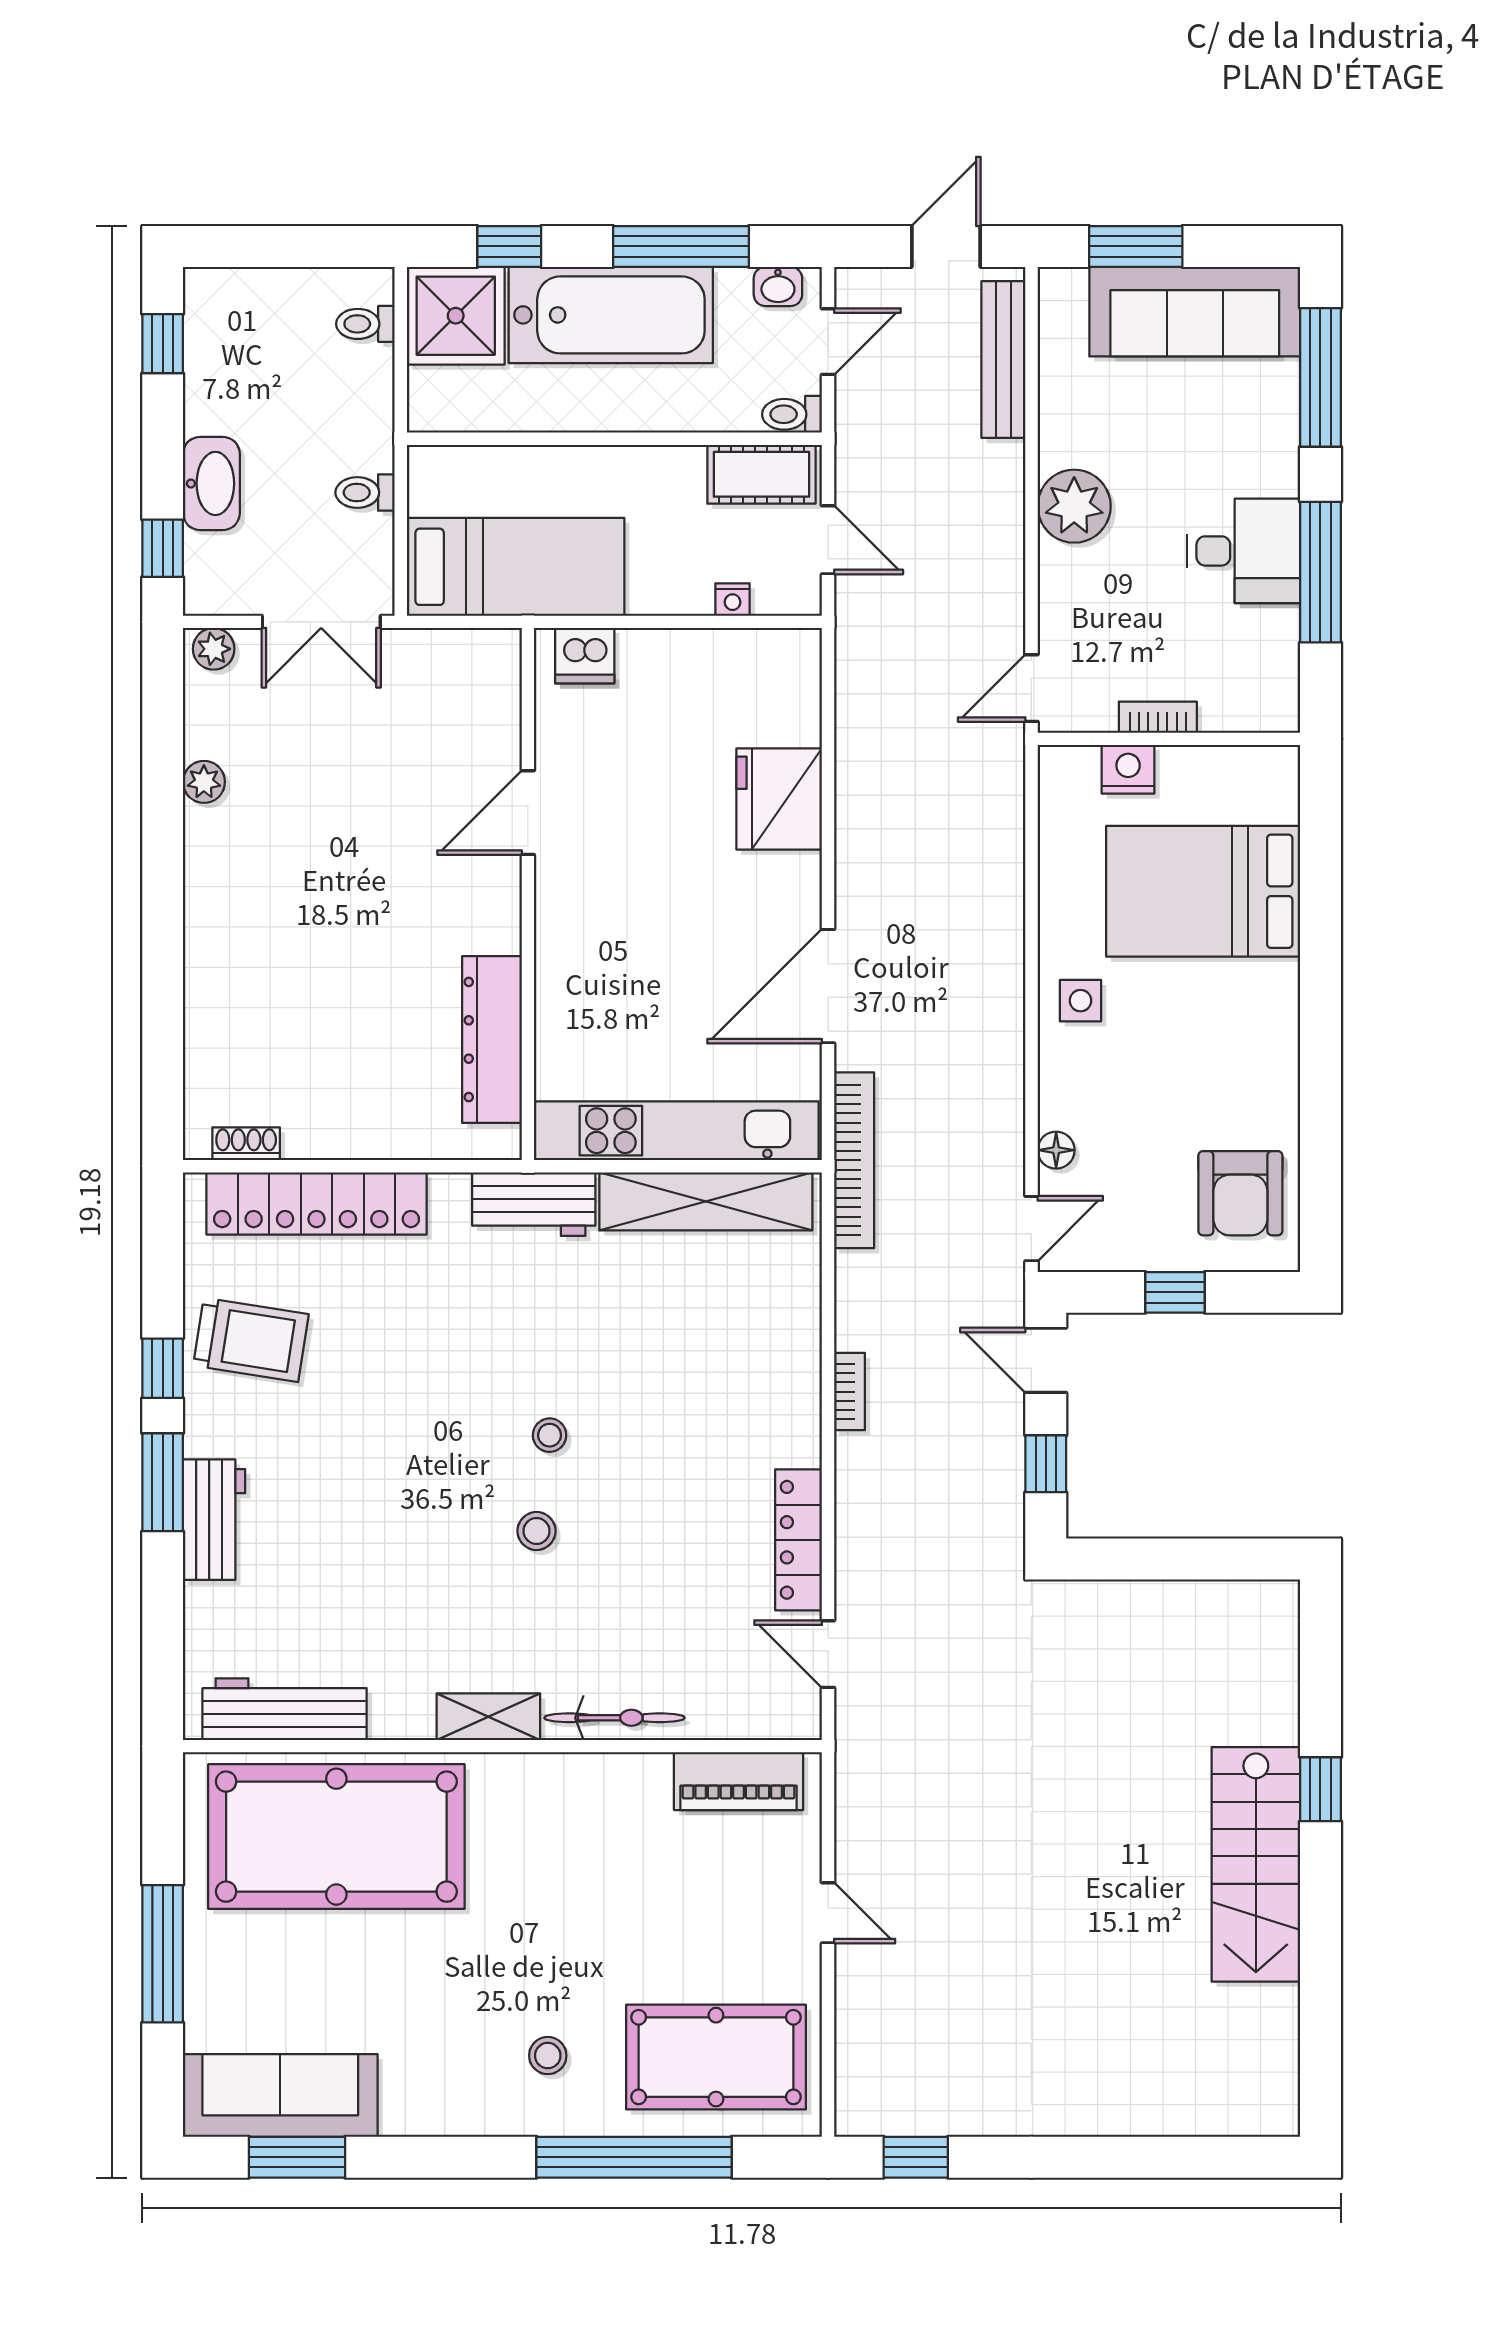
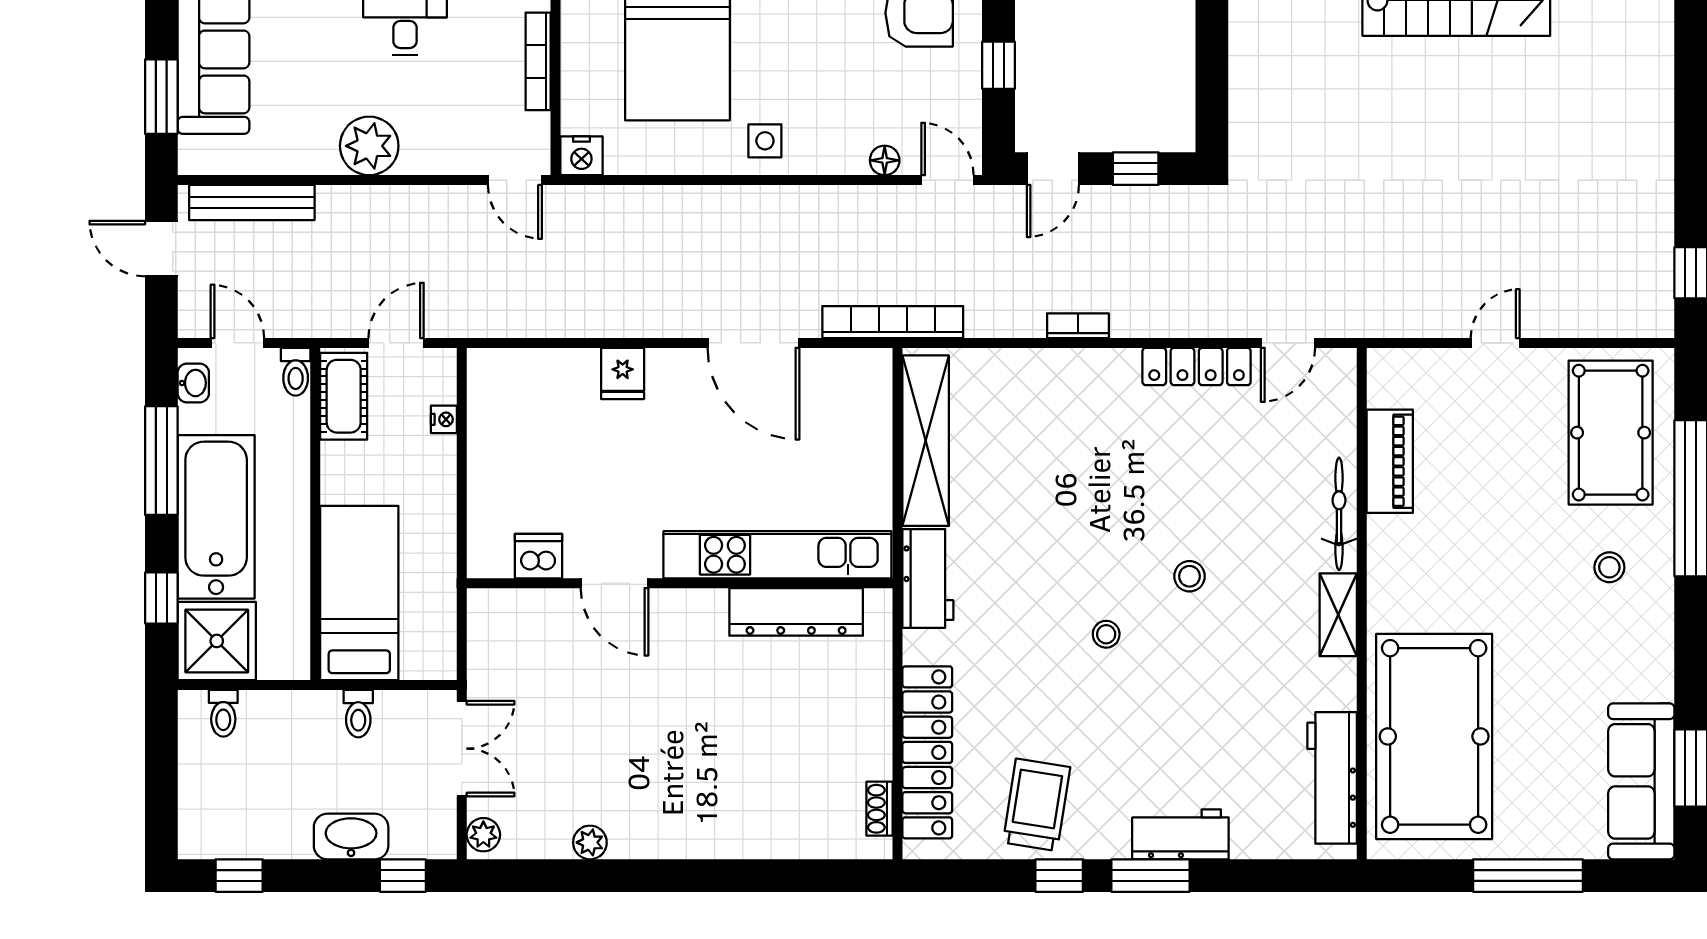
bed: (516, 567) -> (359, 593), moved
dishwasher: (585, 656) -> (538, 556), moved, turned -90
bookcase: (1158, 717) -> (538, 61), width x1.56
nightstand: (1128, 769) -> (581, 156), moved, turned -90
fridge: (779, 799) -> (623, 373), width x0.53, depth x0.75
kitchen unit: (676, 1131) -> (777, 555), moved, turned 90
stool: (550, 1435) -> (1106, 634), moved
piano: (739, 1781) -> (1390, 461), moved

